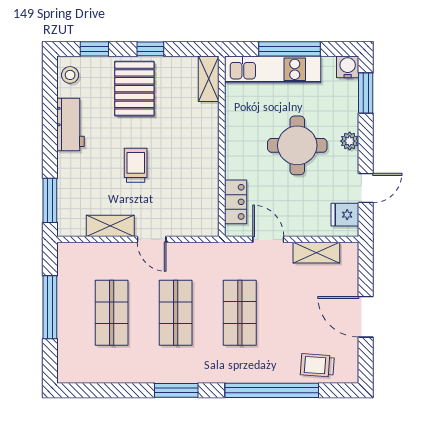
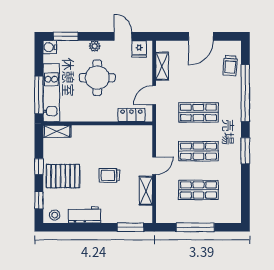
window: (290, 49) -> (39, 95), moved

